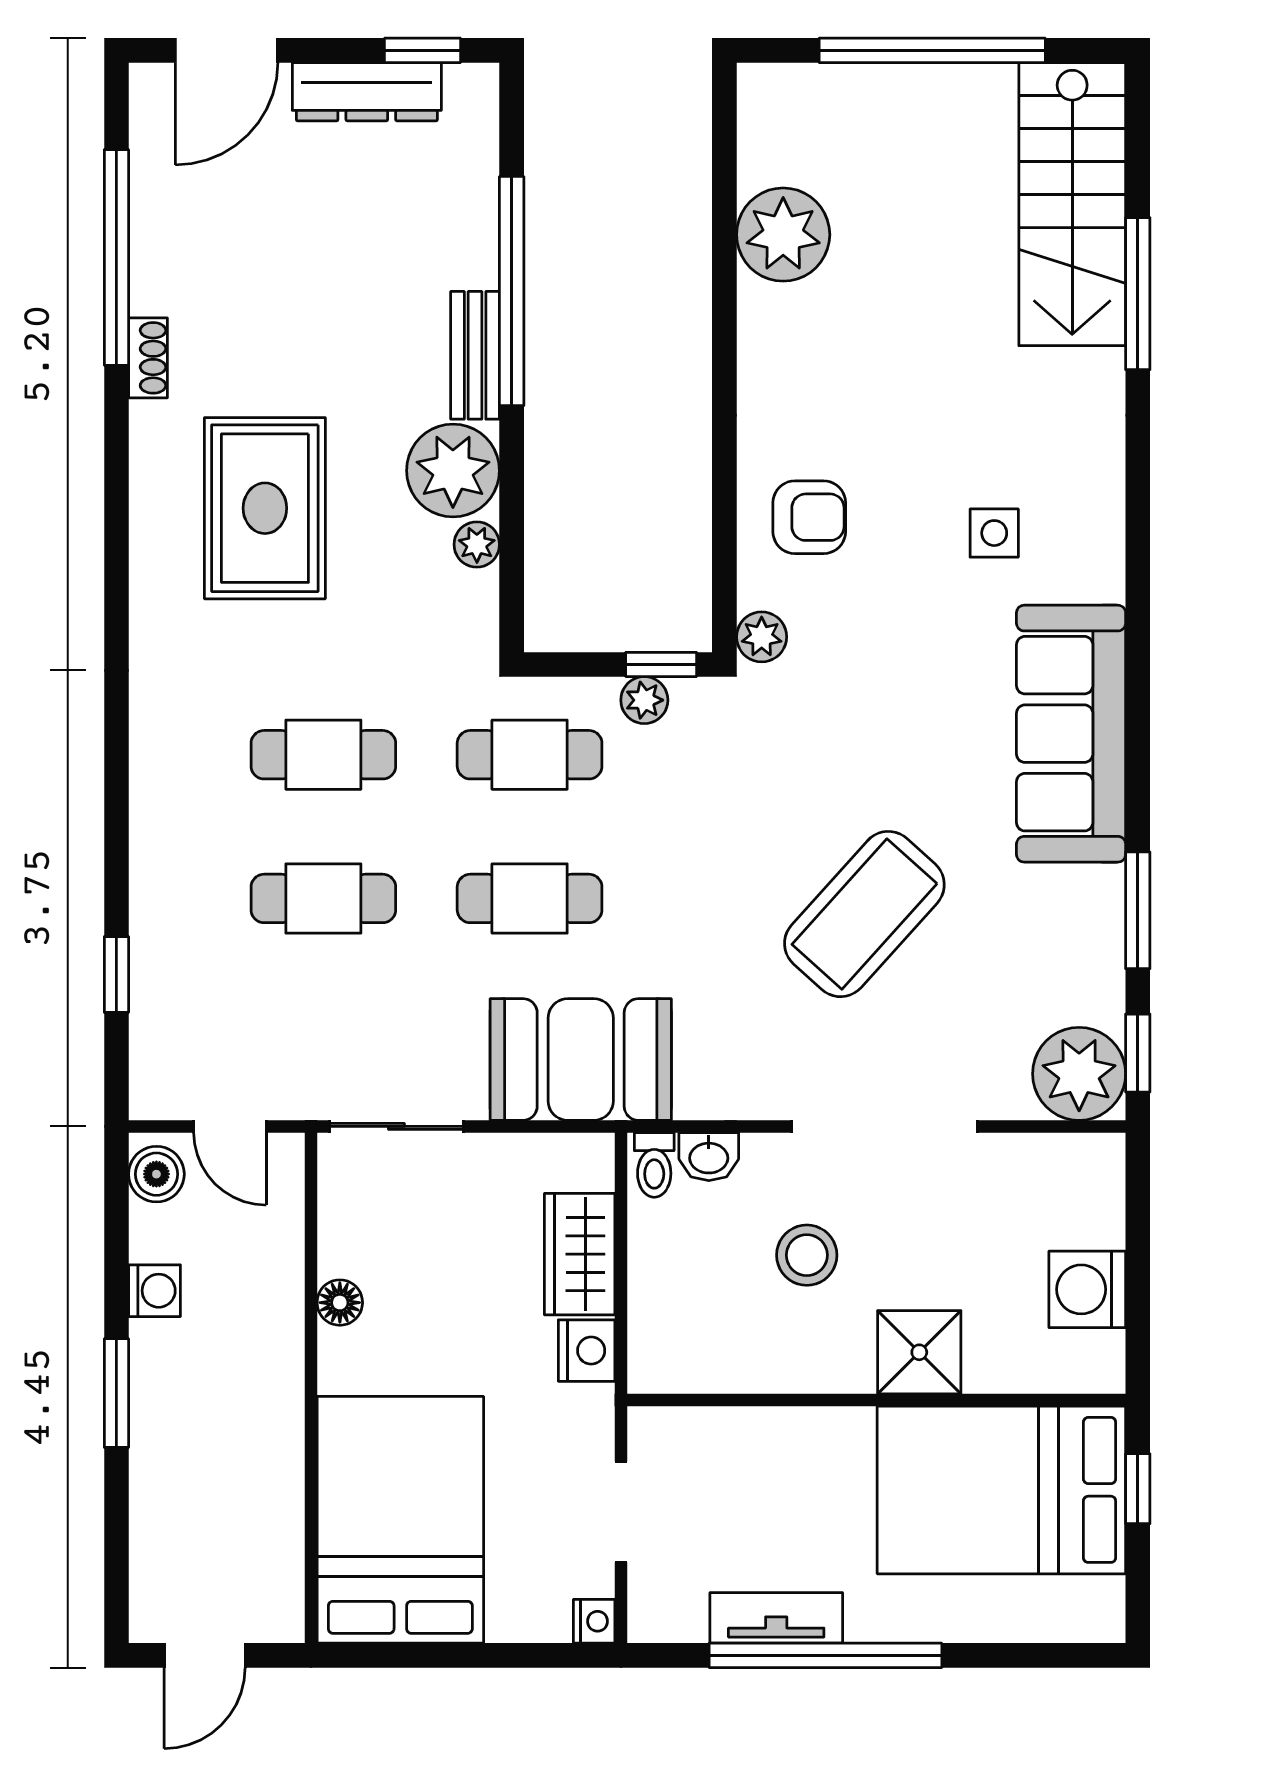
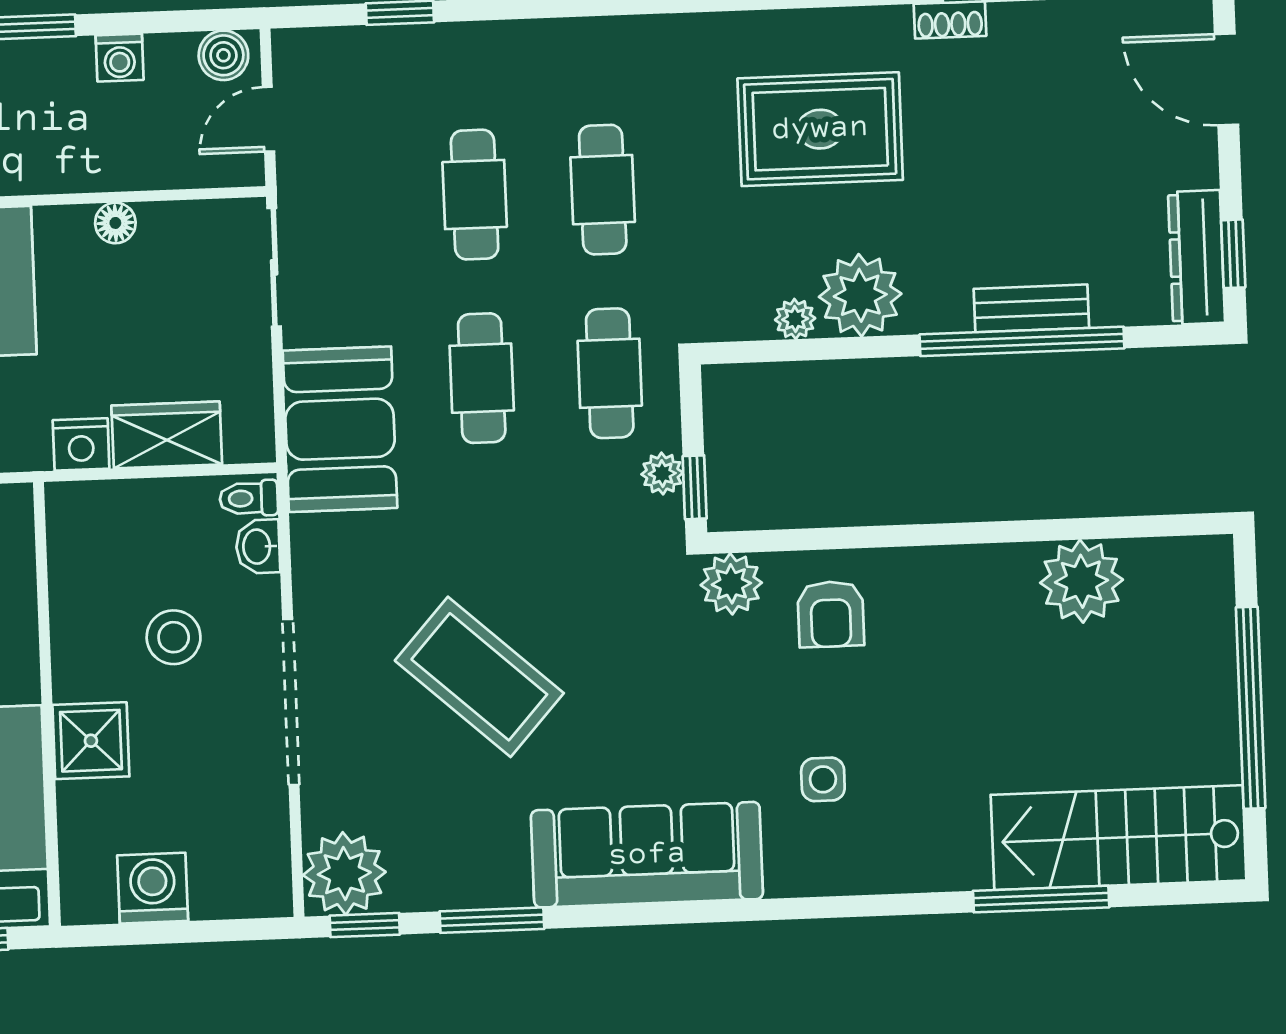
dresser: (367, 92) -> (1196, 257), moved
bench: (475, 355) -> (1031, 308), moved
plant: (762, 637) -> (731, 584), width x1.38, depth x1.38

